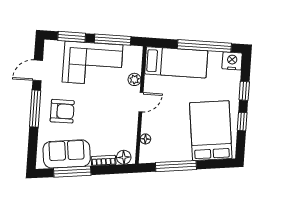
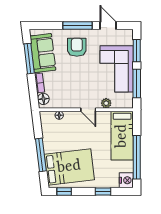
armchair: (62, 111) -> (77, 47), turned 180
window: (242, 122) -> (64, 192), moved
window: (176, 166) -> (41, 155), moved

